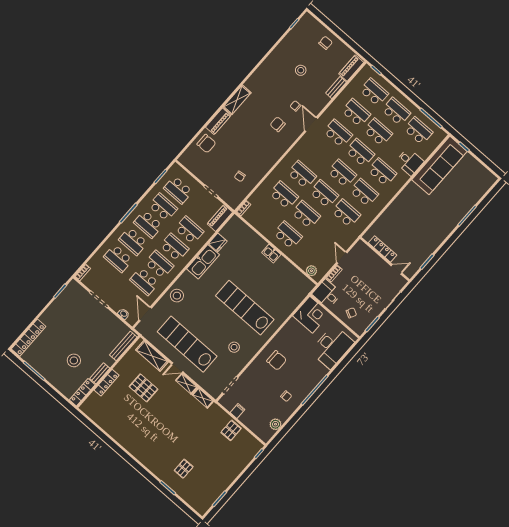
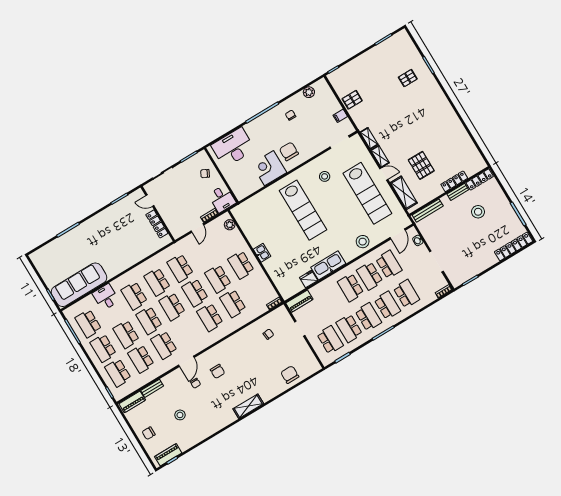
piano: (218, 121) -> (168, 455), moved
school desk: (189, 230) -> (331, 299), removed
corner desk: (311, 315) -> (269, 168), moved

